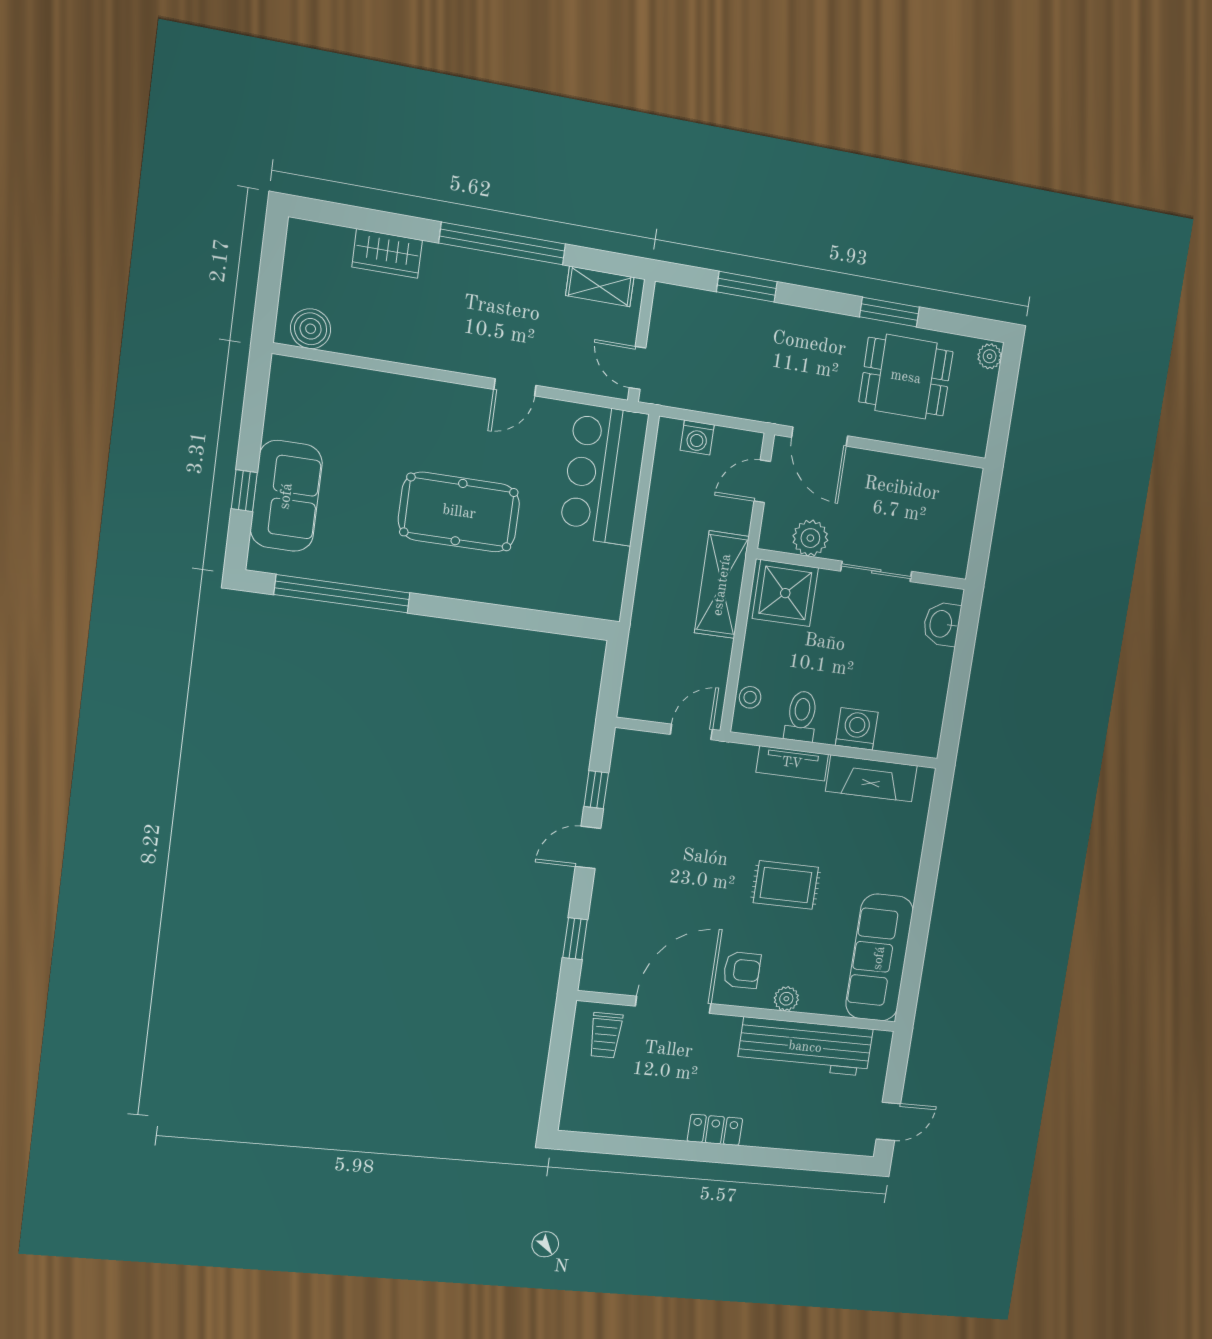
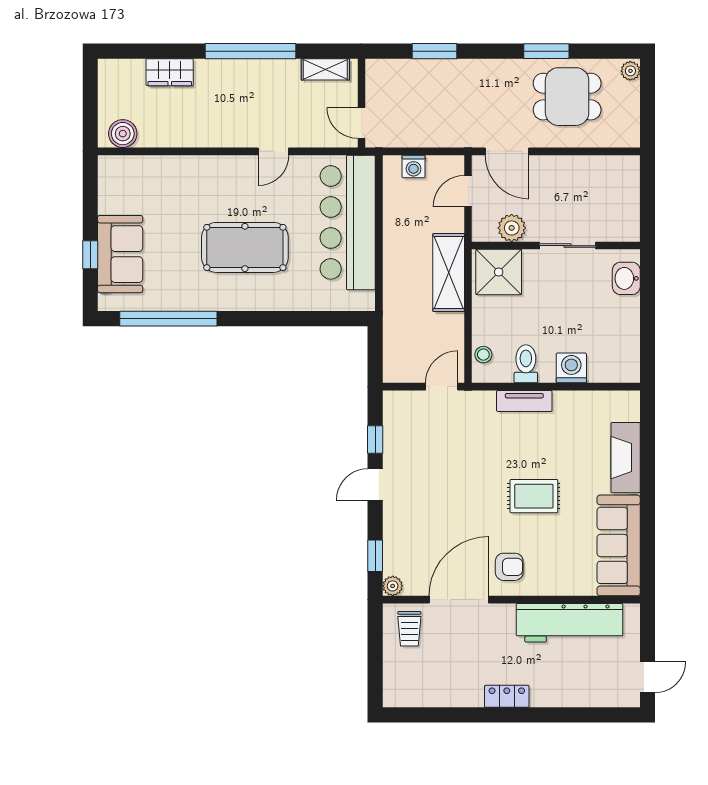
bar counter: (604, 475) -> (348, 222), width x1.36
fireplace: (871, 778) -> (626, 458), moved, turned 90
plant: (786, 999) -> (393, 586), moved

